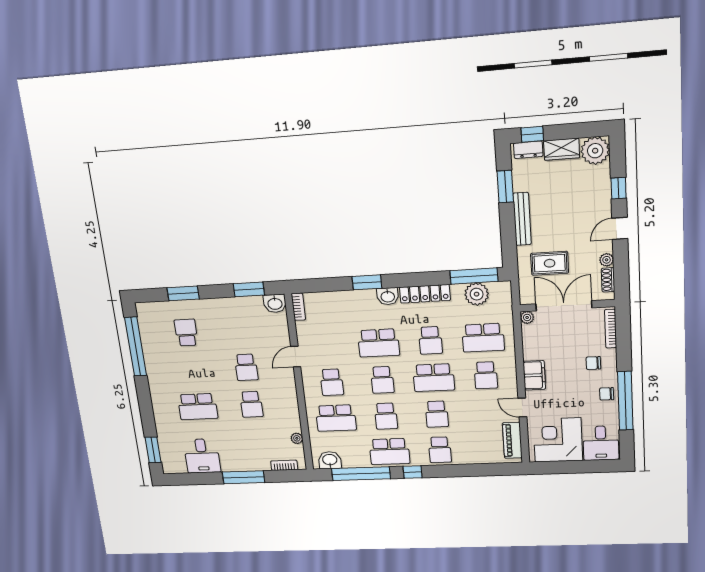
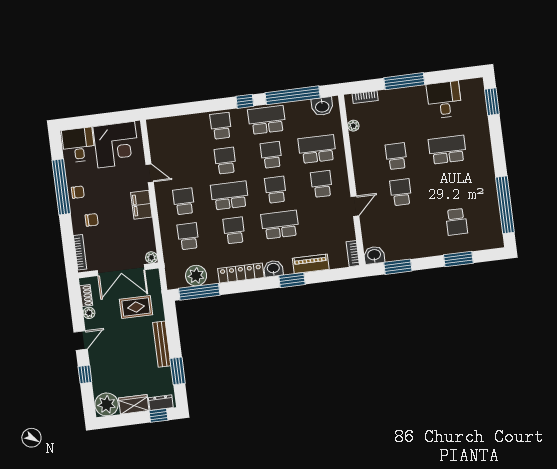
school desk: (483, 338) -> (188, 236), width x0.54
piano: (512, 440) -> (311, 264), moved, turned -90

